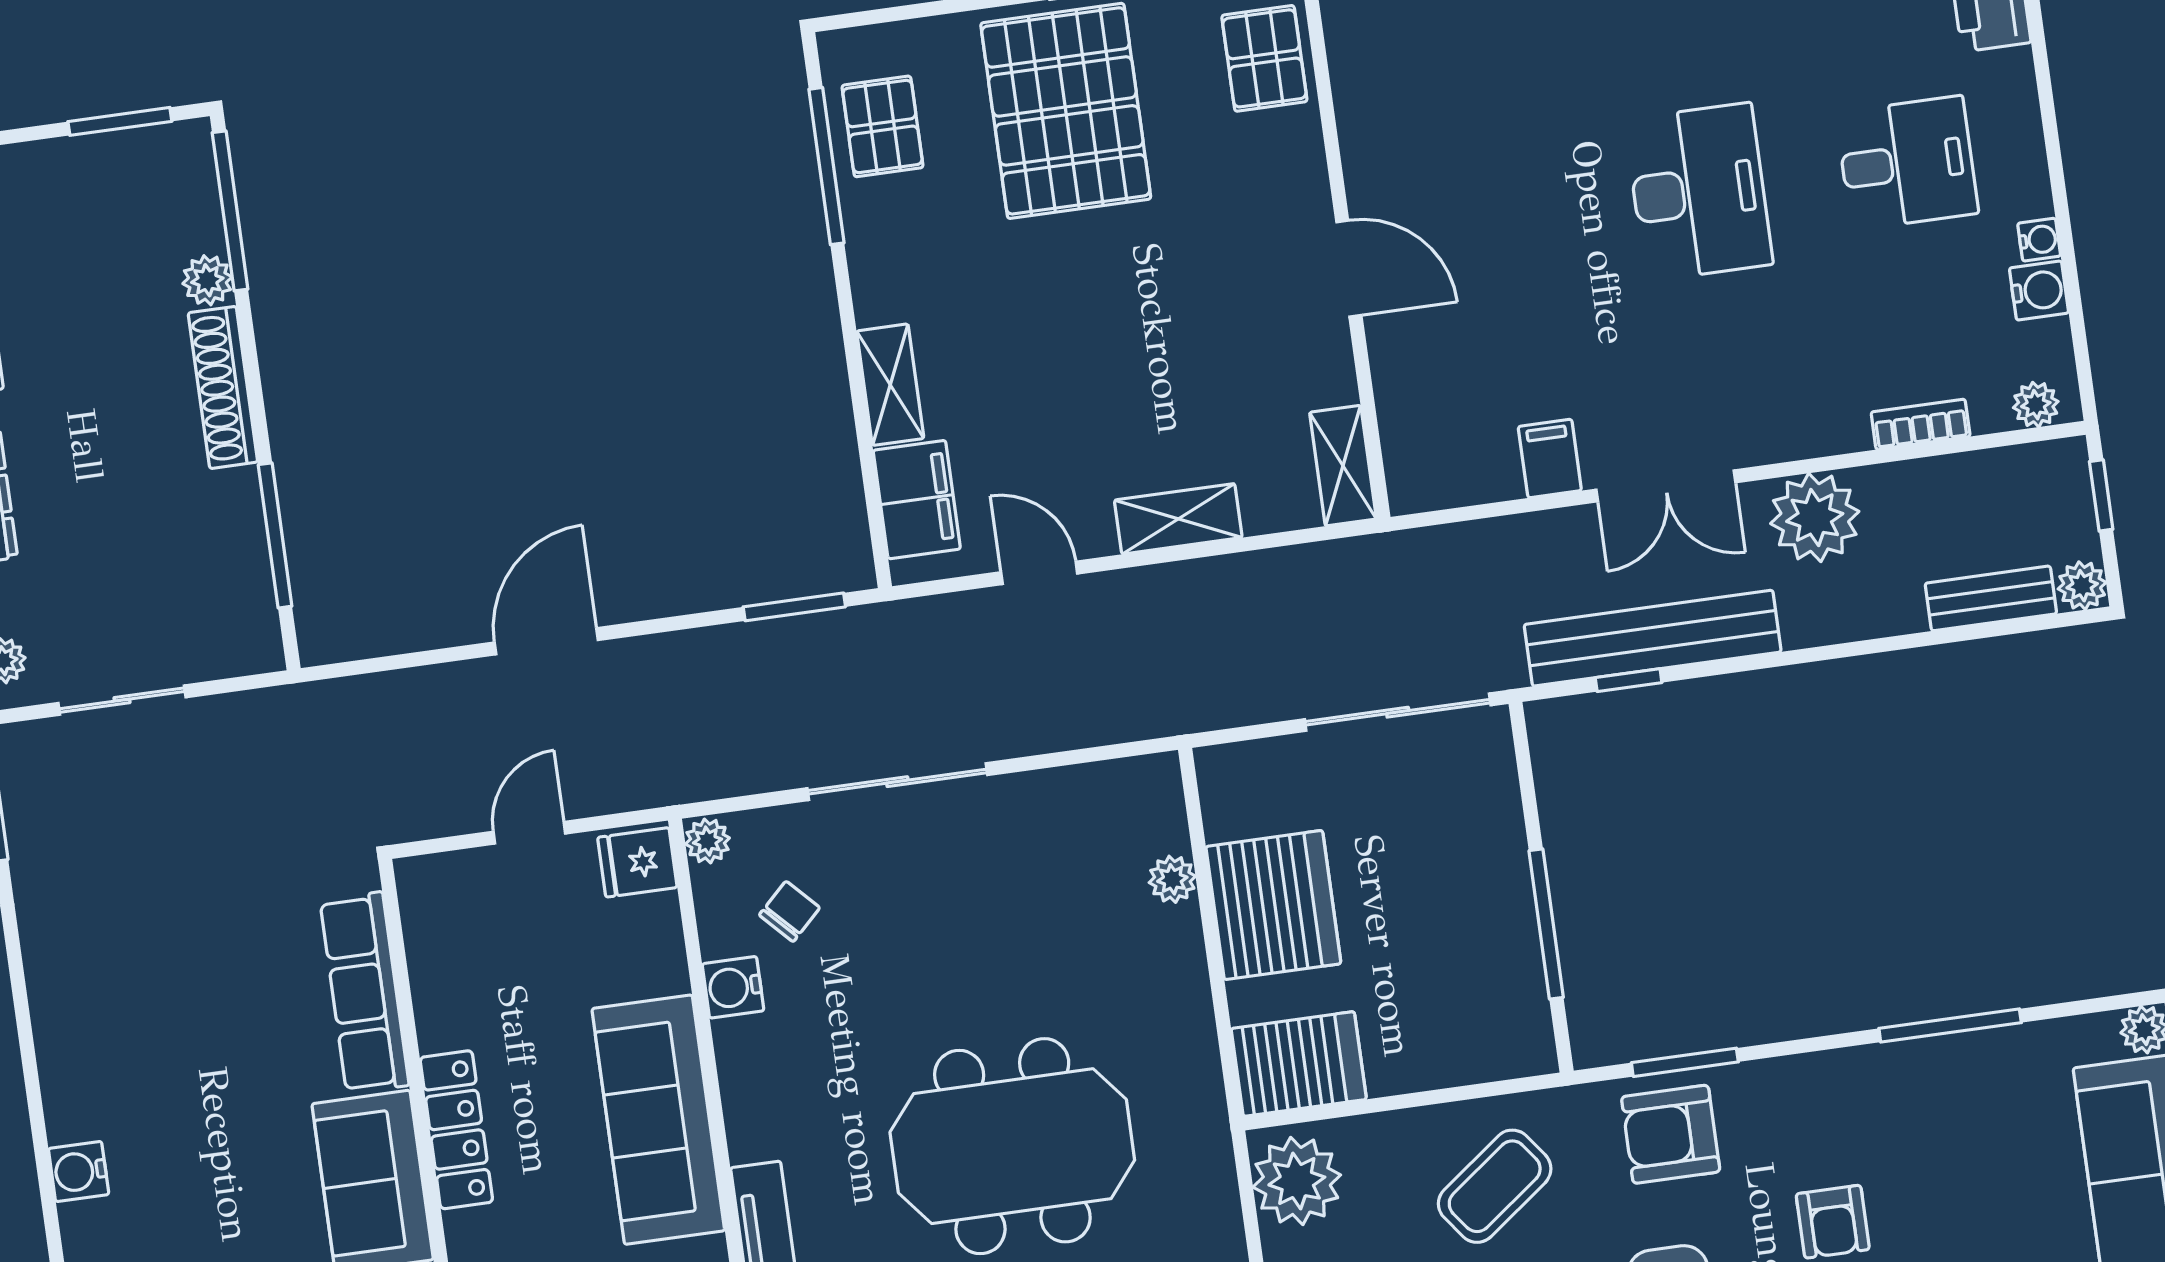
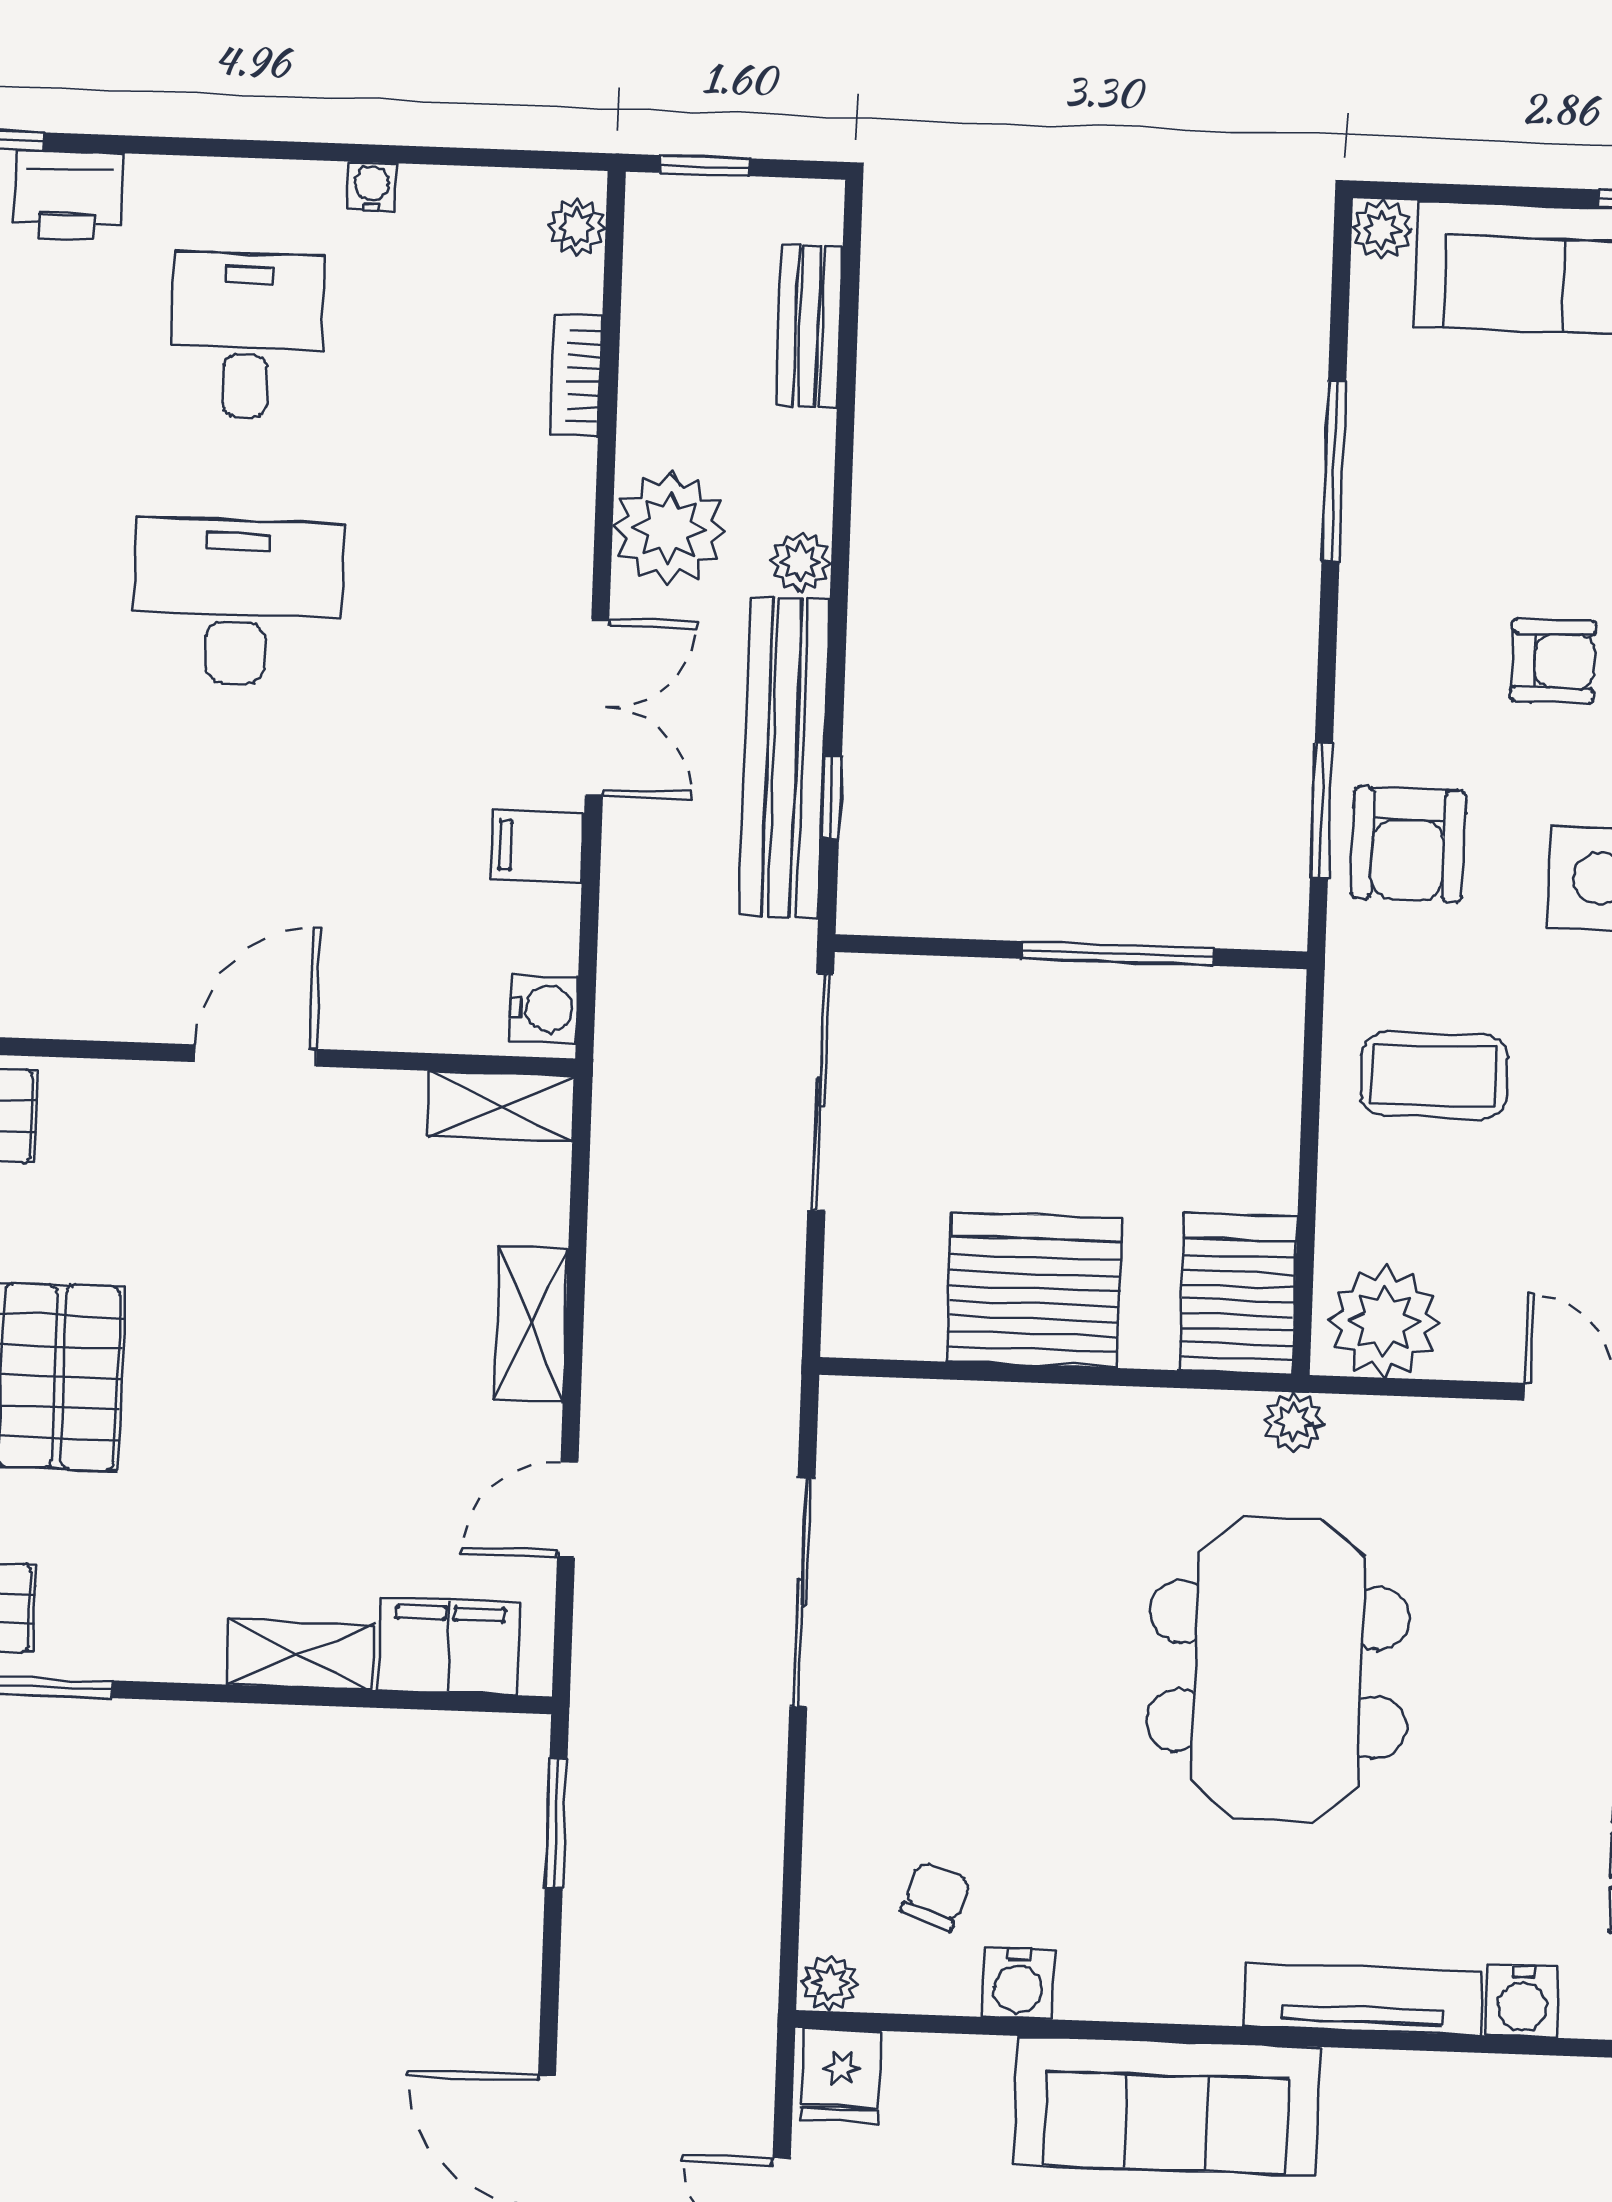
water cooler: (2039, 291) -> (544, 1009), moved, turned 90
plant: (2082, 586) -> (801, 562), moved
sliding door: (897, 782) -> (802, 1592), moved
plant: (1172, 879) -> (1294, 1422), moved
chair: (790, 911) -> (936, 1896), turned 64
coffee table: (1495, 1186) -> (1434, 1075), turned -53

